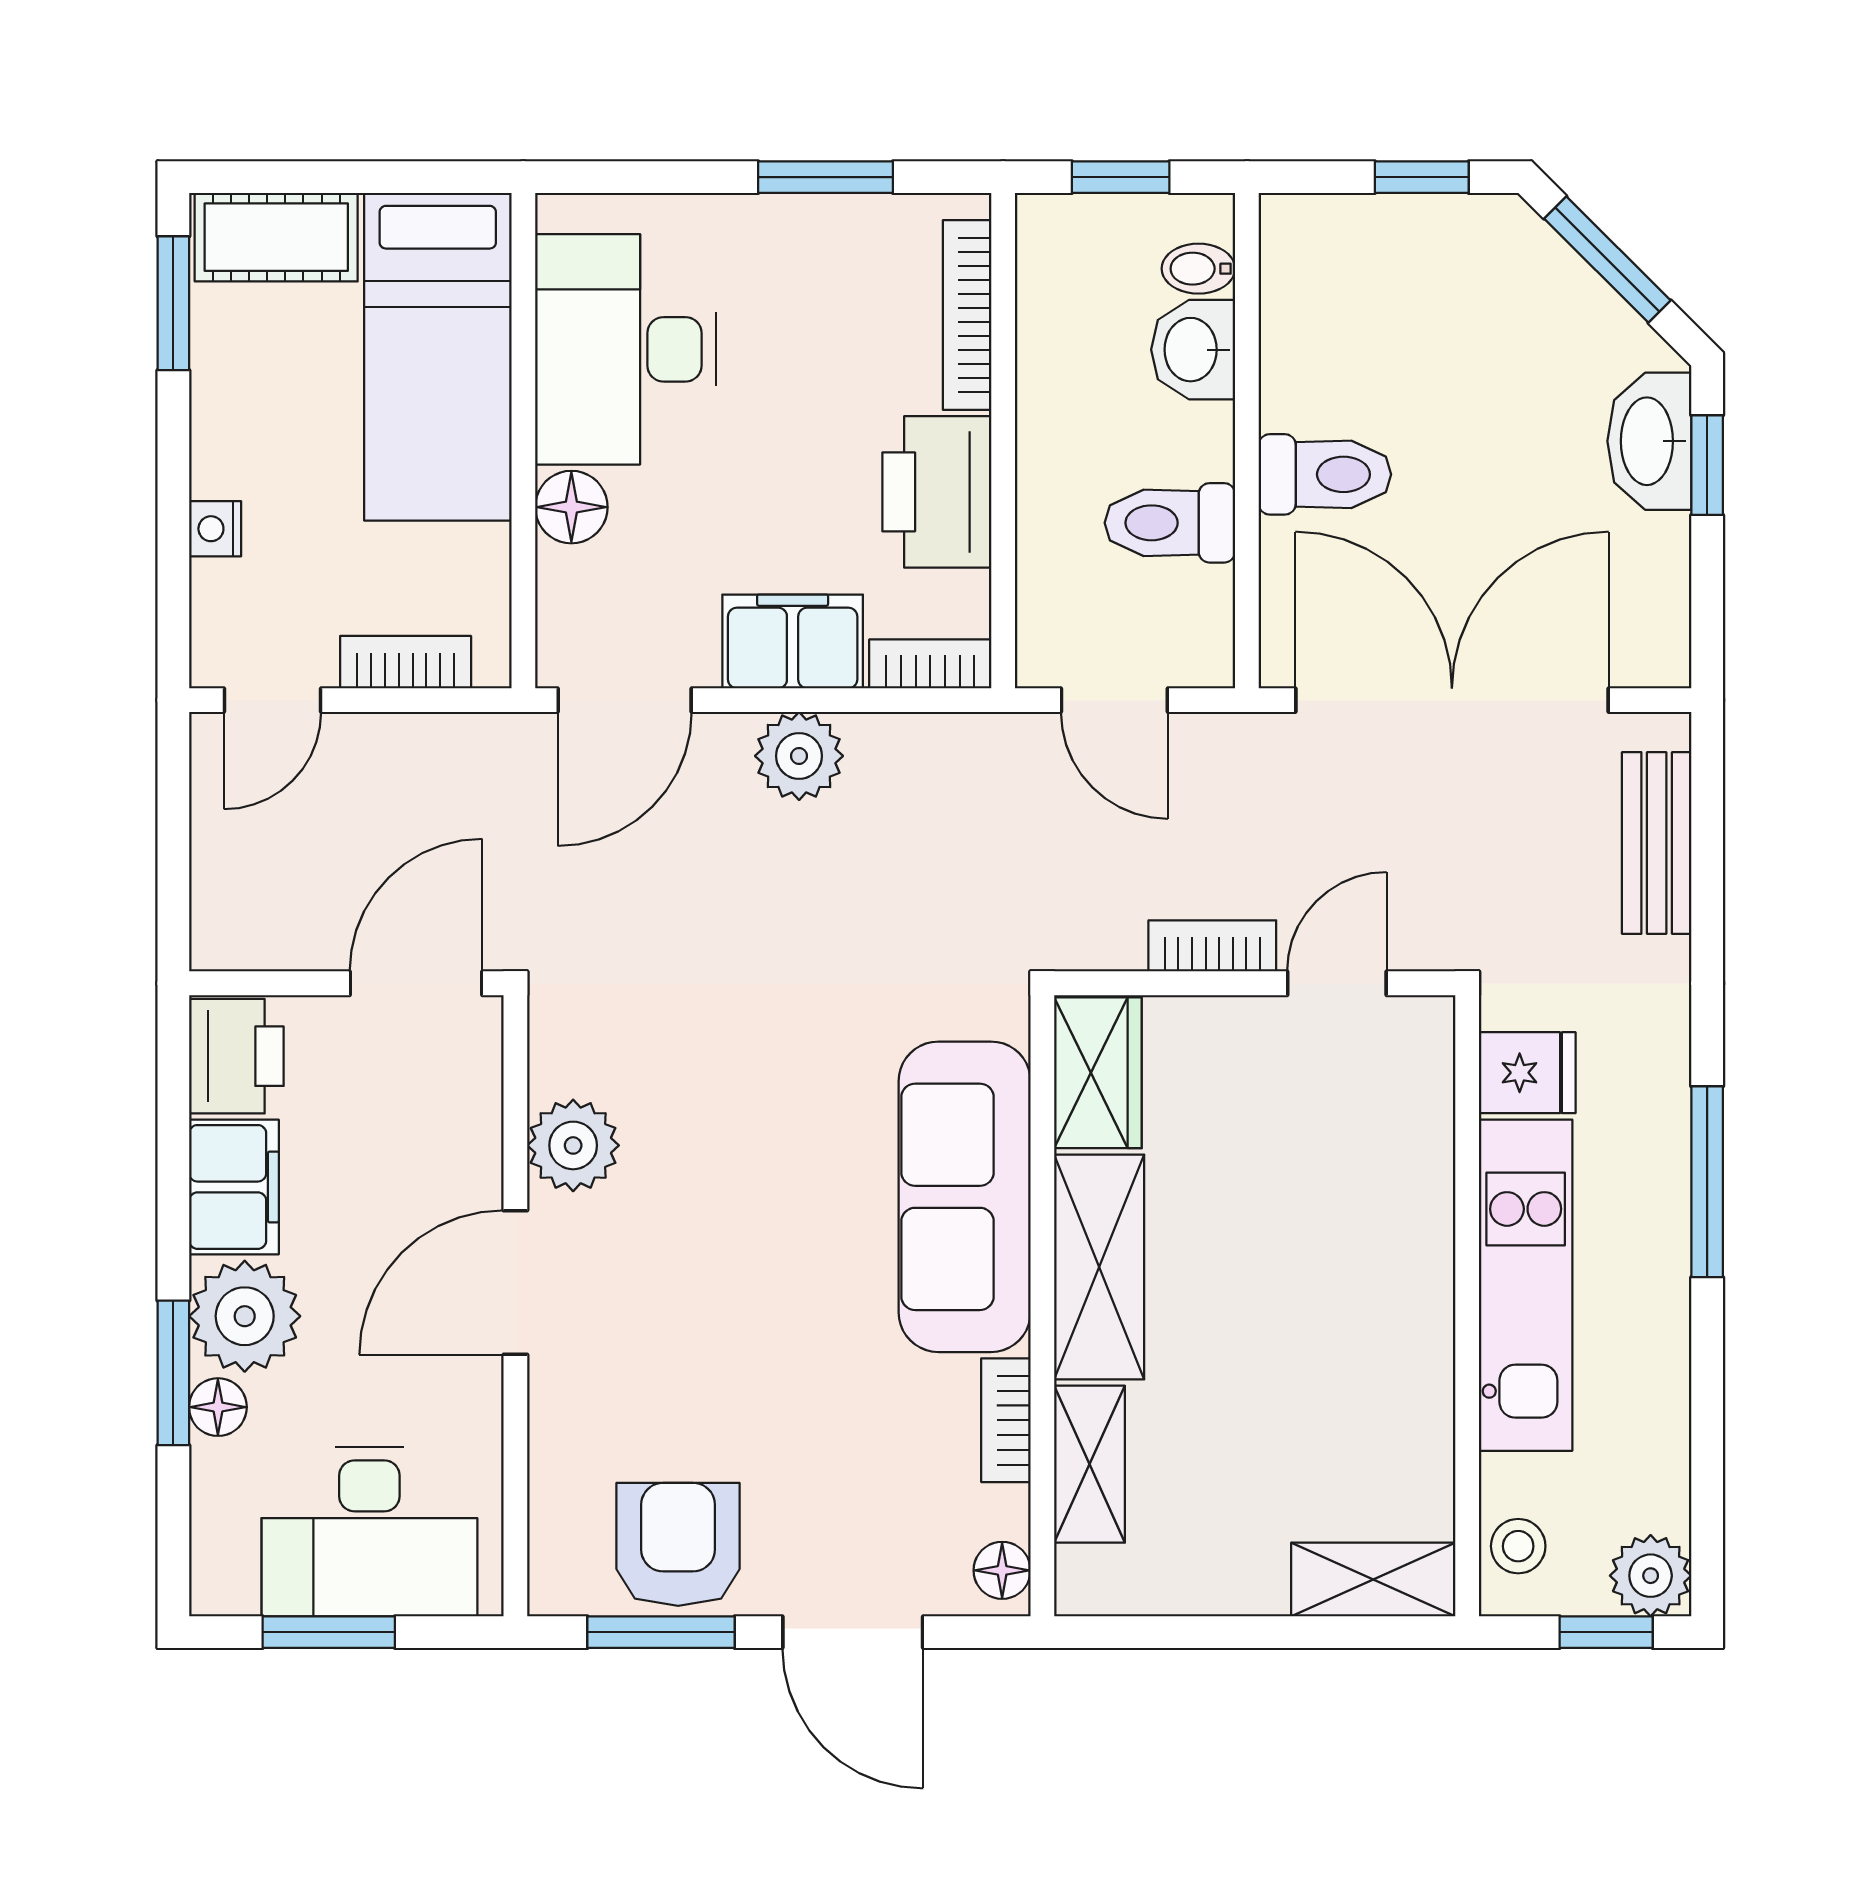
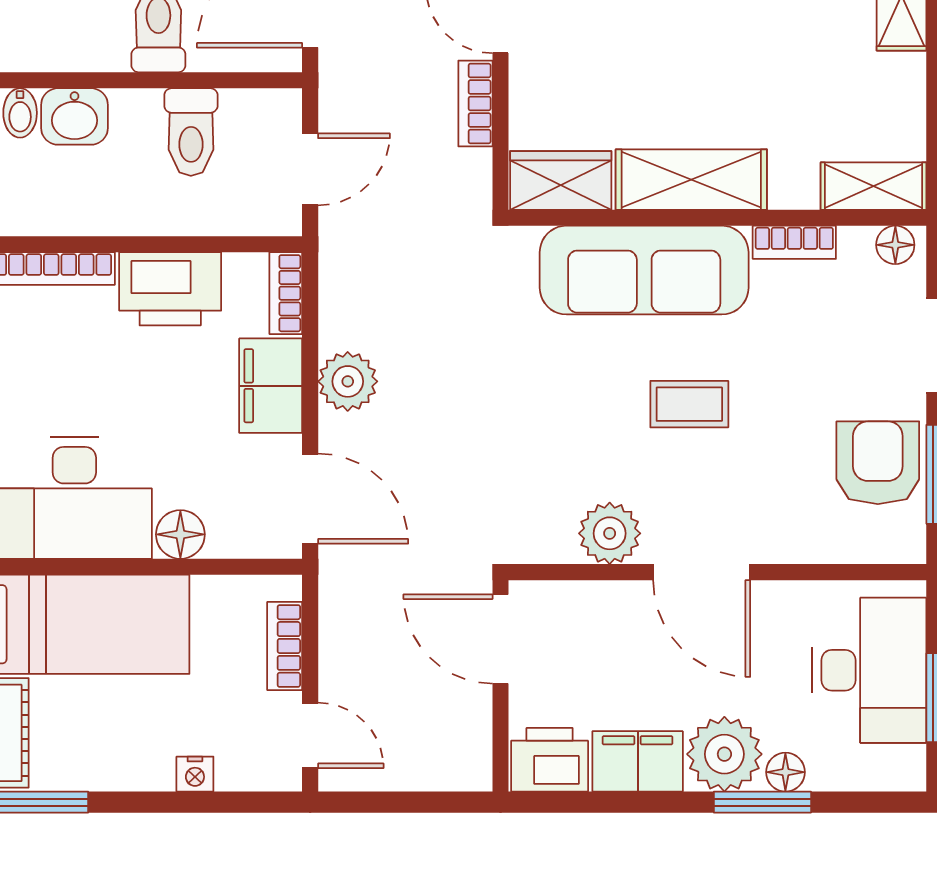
coffee table: (765, 1264) -> (689, 404), added
shelving: (1090, 1464) -> (873, 186), moved
armchair: (678, 1544) -> (878, 463), turned 90

